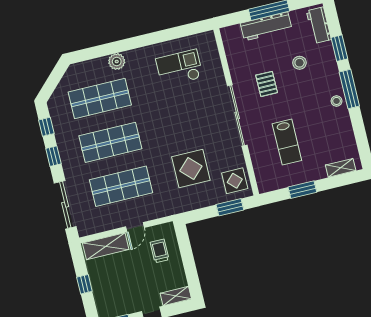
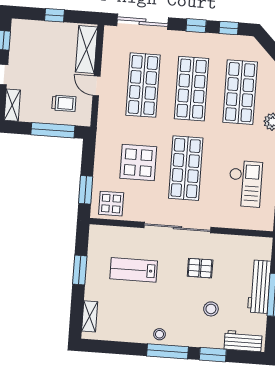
shop shelf: (182, 125) -> (186, 168), added
window: (186, 253) -> (53, 130), added

